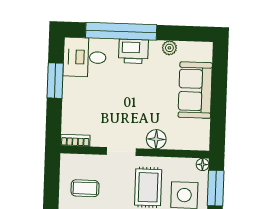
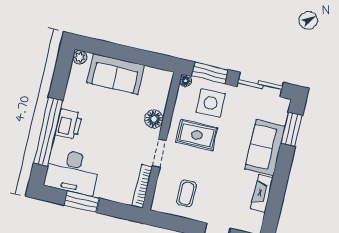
plant: (169, 48) -> (80, 57), moved
desk: (85, 57) -> (72, 172), width x1.37
bookcase: (75, 140) -> (142, 186), width x1.56

